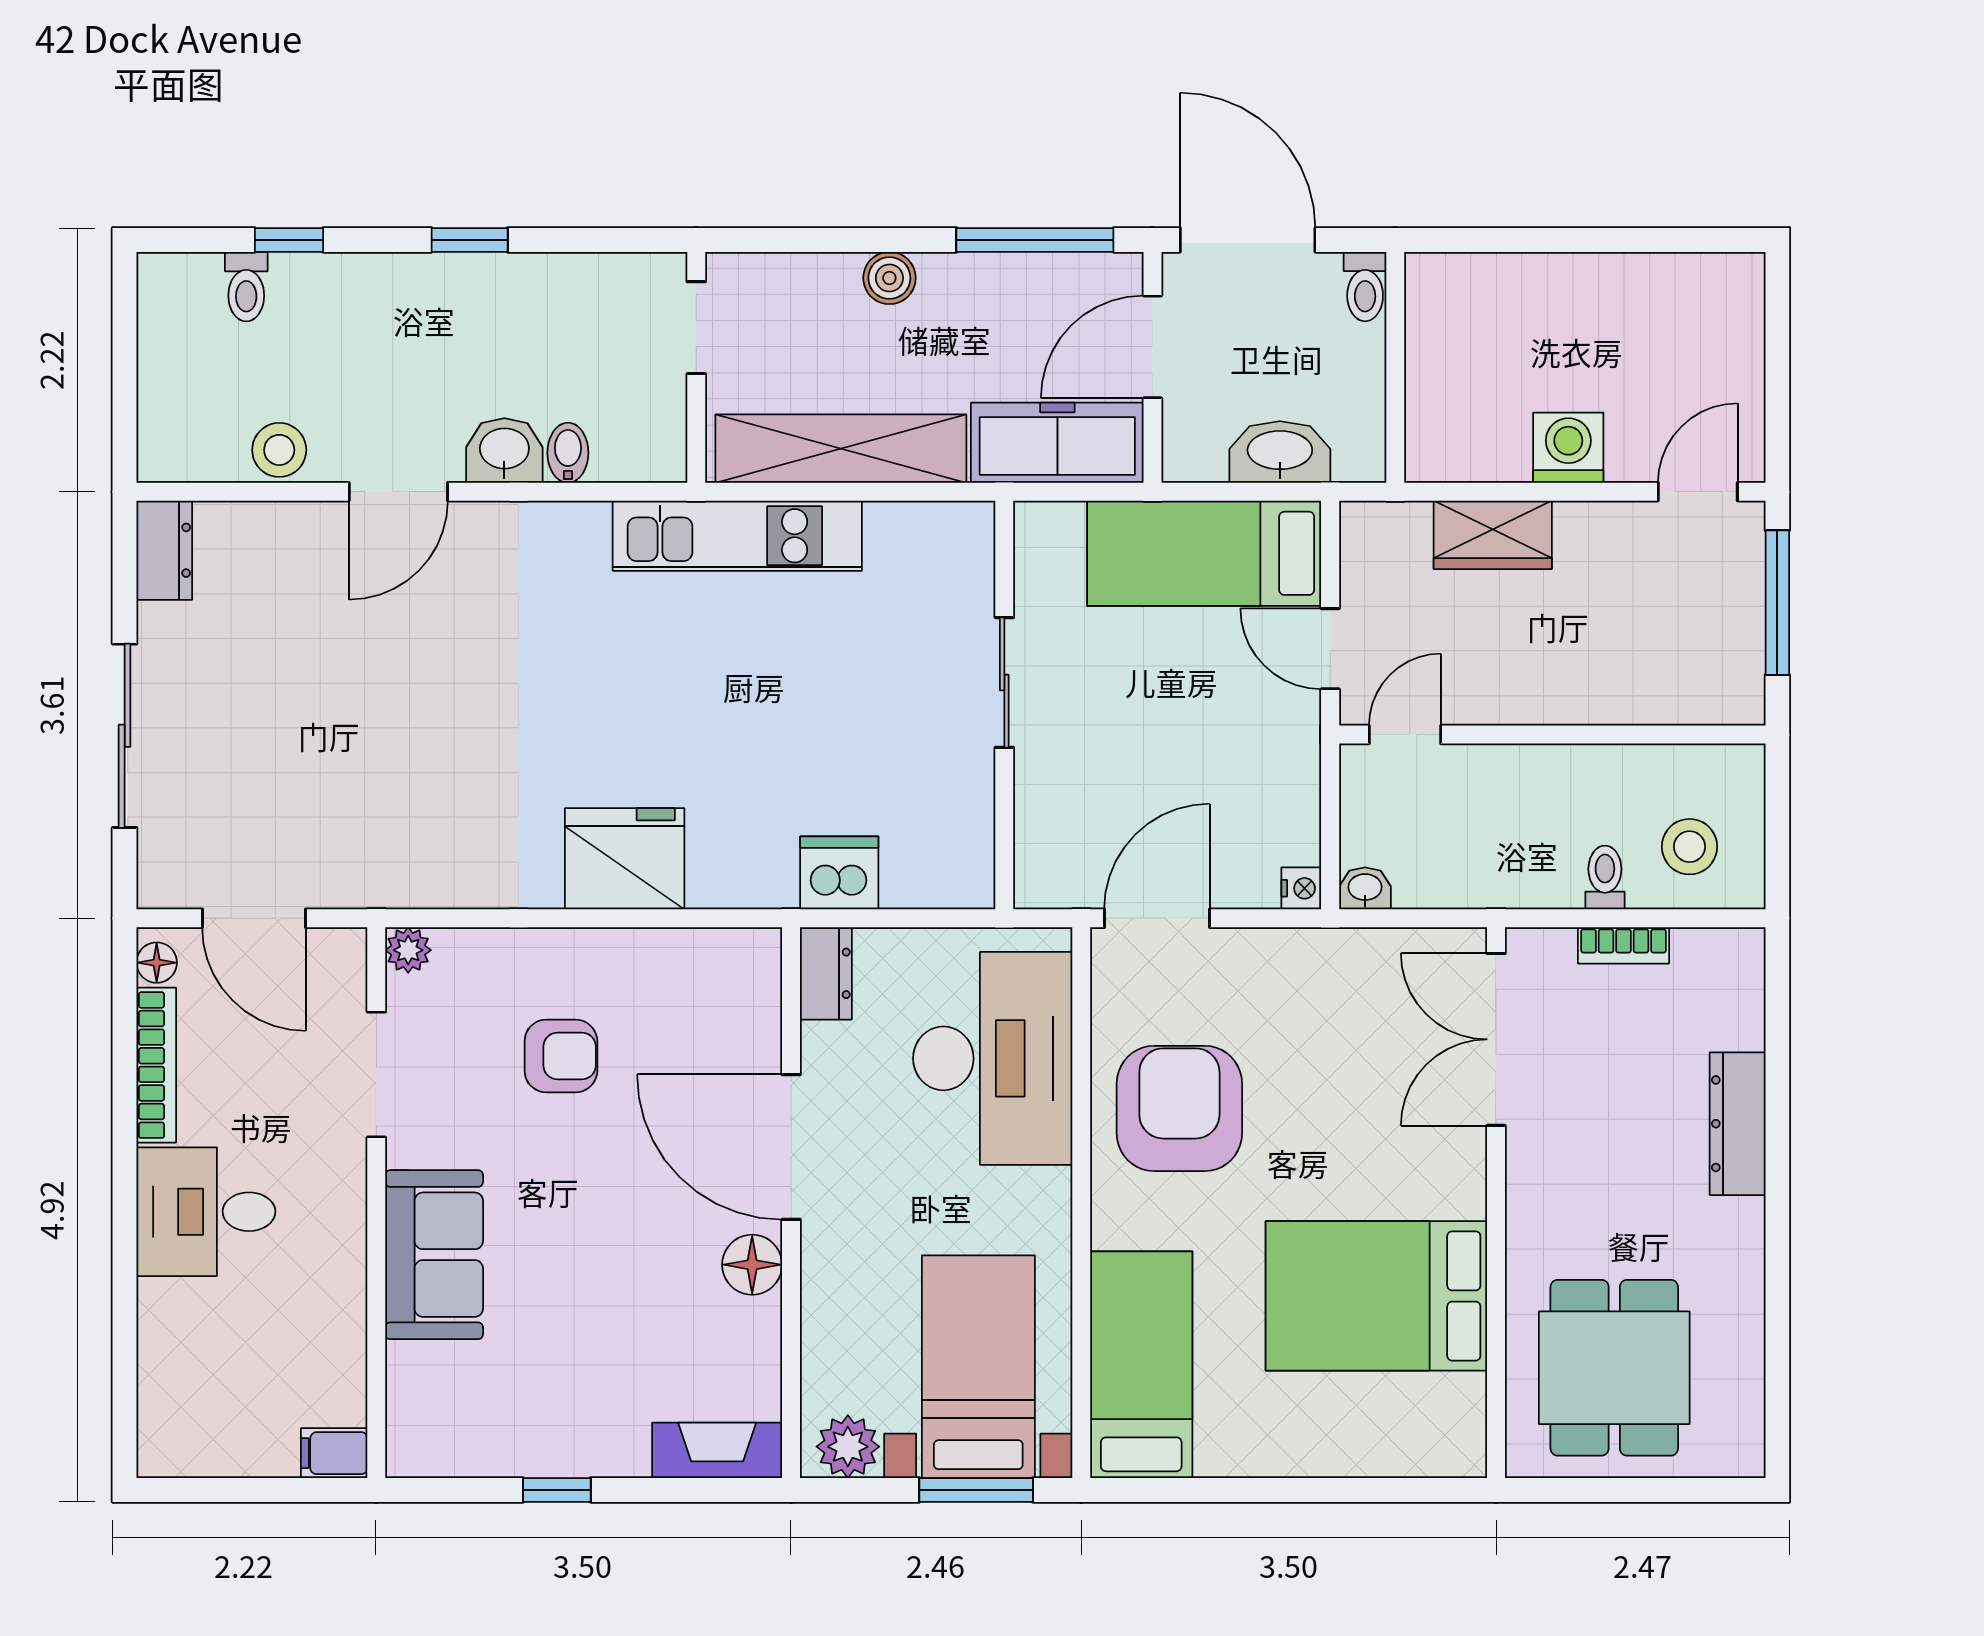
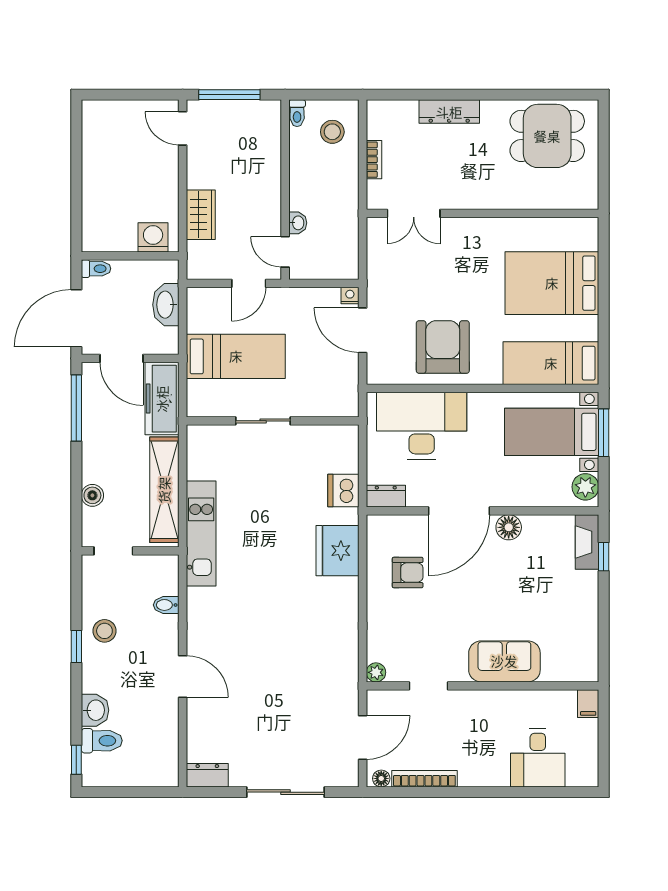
window: (289, 240) -> (76, 760), moved
boiler: (889, 278) -> (92, 495), moved
toilet: (246, 287) -> (102, 741), width x1.37, depth x1.39
washing machine: (1568, 448) -> (153, 237), moved, turned 90
stool: (279, 450) -> (104, 631), moved
washbasin: (504, 450) -> (95, 710), moved, turned 180
bed: (1204, 553) -> (236, 356), moved, turned -90
fridge: (625, 859) -> (337, 551), moved
toilet: (1605, 877) -> (297, 113), moved, turned -90
washbasin: (1365, 888) -> (298, 223), moved, turned 180
door: (1157, 918) -> (363, 330), moved
double door: (1496, 1039) -> (414, 213), width x0.73
armchair: (561, 1056) -> (408, 573), moved, turned 90
doorway: (376, 1075) -> (428, 686), width x0.73
armchair: (1179, 1108) -> (443, 347), turned 90
desk: (206, 1212) -> (538, 758), moved
bed: (1376, 1296) -> (552, 283), moved, turned 90
dining table: (1614, 1368) -> (547, 136), moved
window: (557, 1490) -> (604, 557), moved

